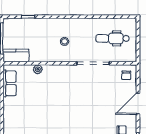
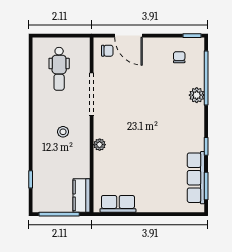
plant: (38, 69) -> (100, 145), moved
door: (138, 104) -> (128, 36), moved

